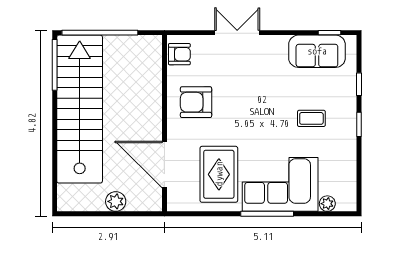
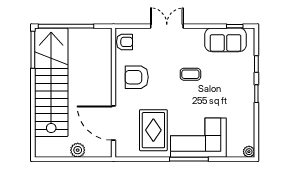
coffee table: (311, 118) -> (190, 74), moved
plant: (327, 204) -> (249, 152), moved

